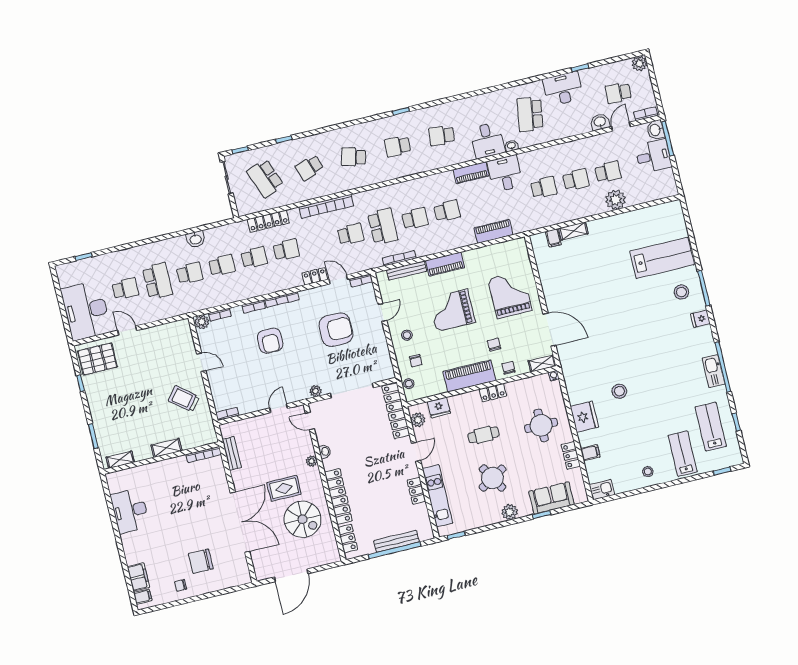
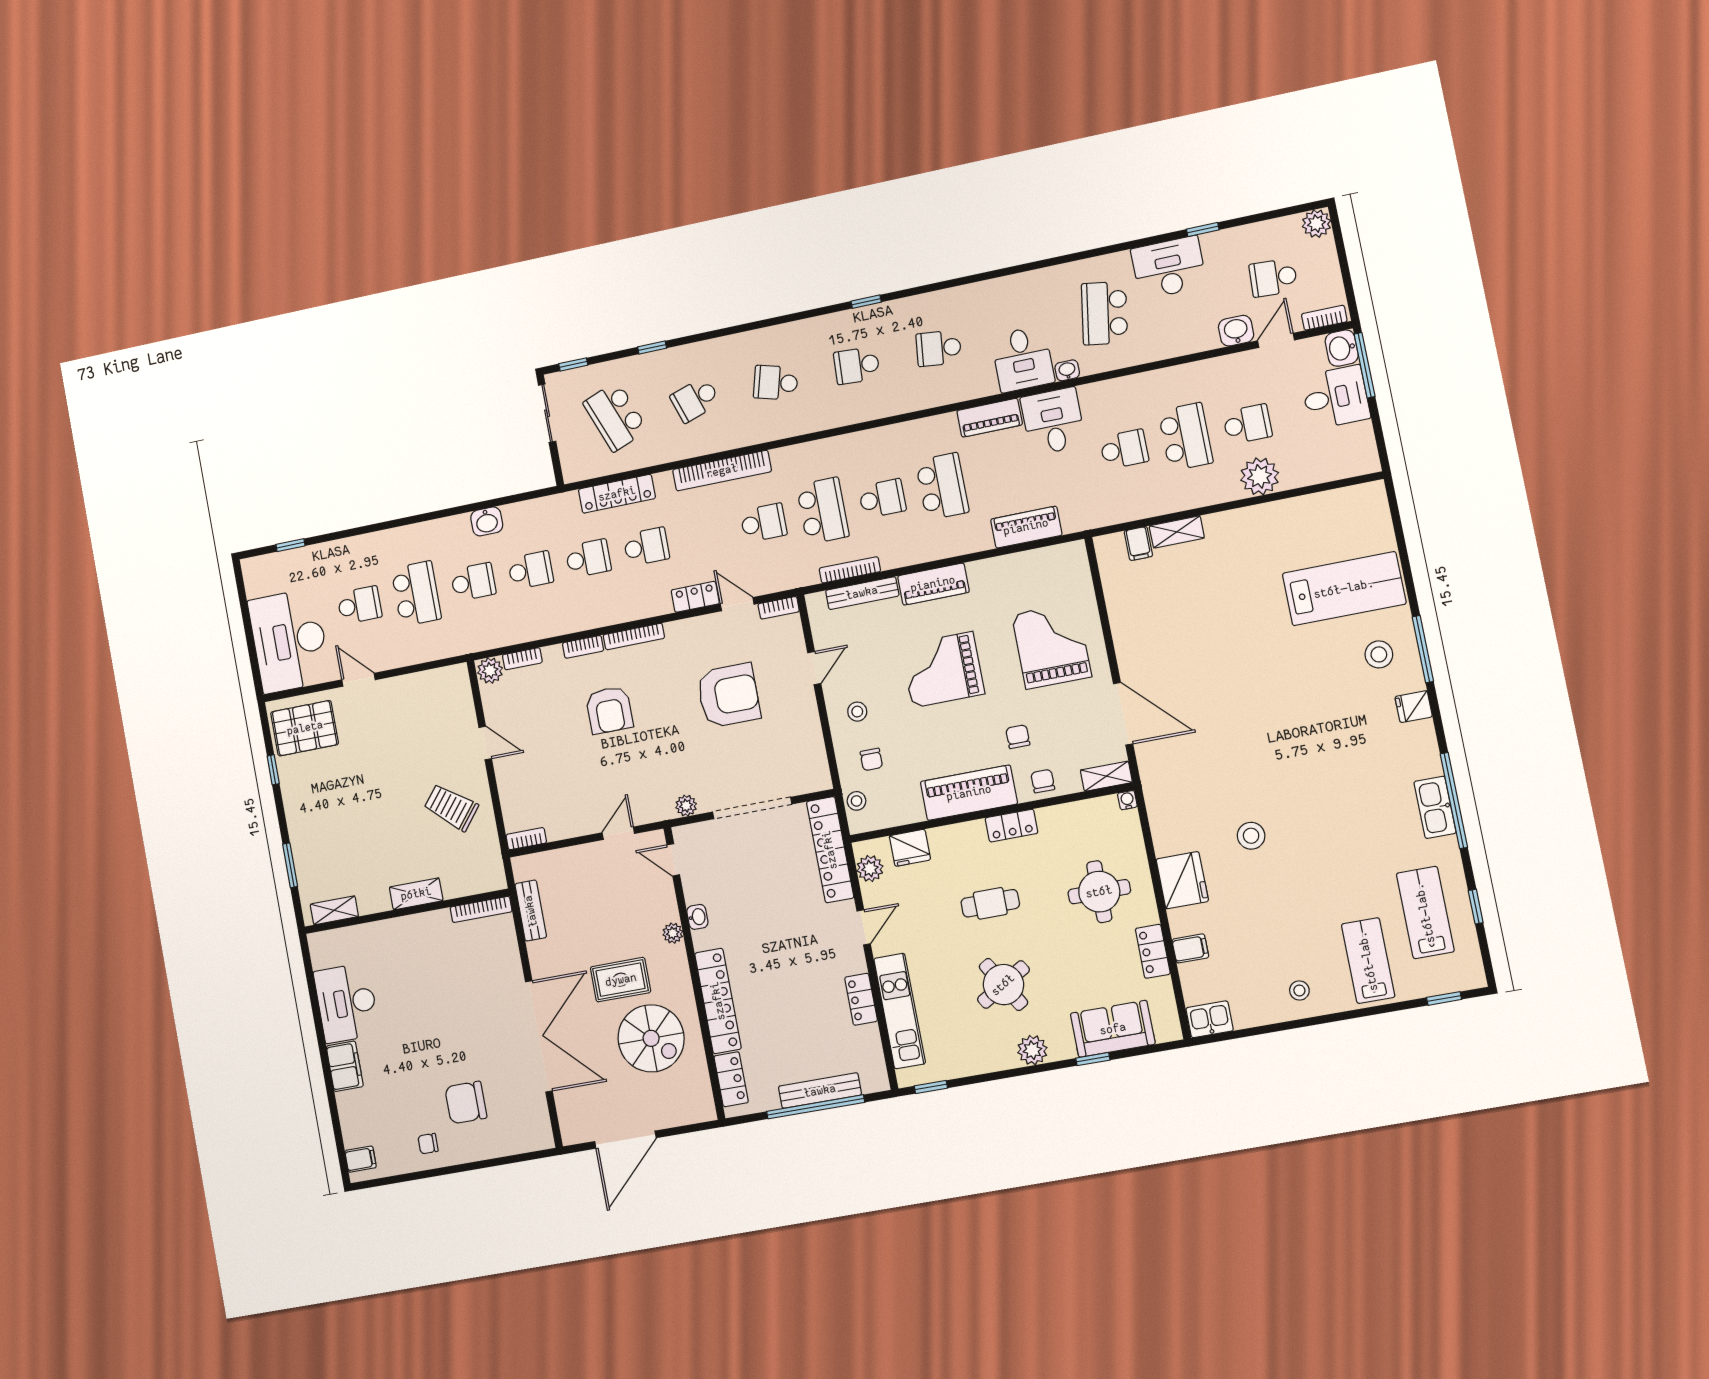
school desk: (576, 180) -> (1186, 437), width x1.85
school desk: (447, 211) -> (942, 486), width x1.85
filing cabinet: (138, 577) -> (345, 1066), moved

